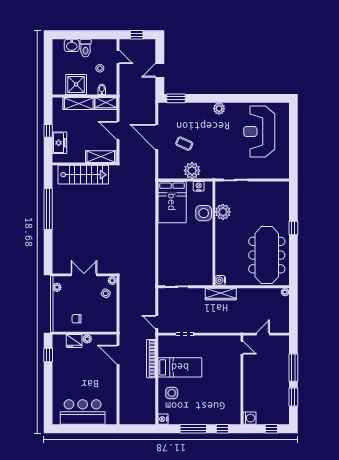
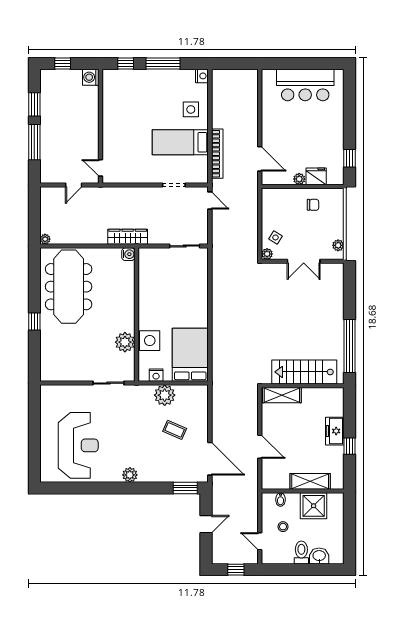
wardrobe: (106, 104) -> (275, 481), removed
door: (157, 137) -> (210, 459), moved
shelving: (101, 157) -> (282, 395), moved
wall: (85, 164) -> (303, 386), moved
stairs: (83, 175) -> (304, 372), moved

